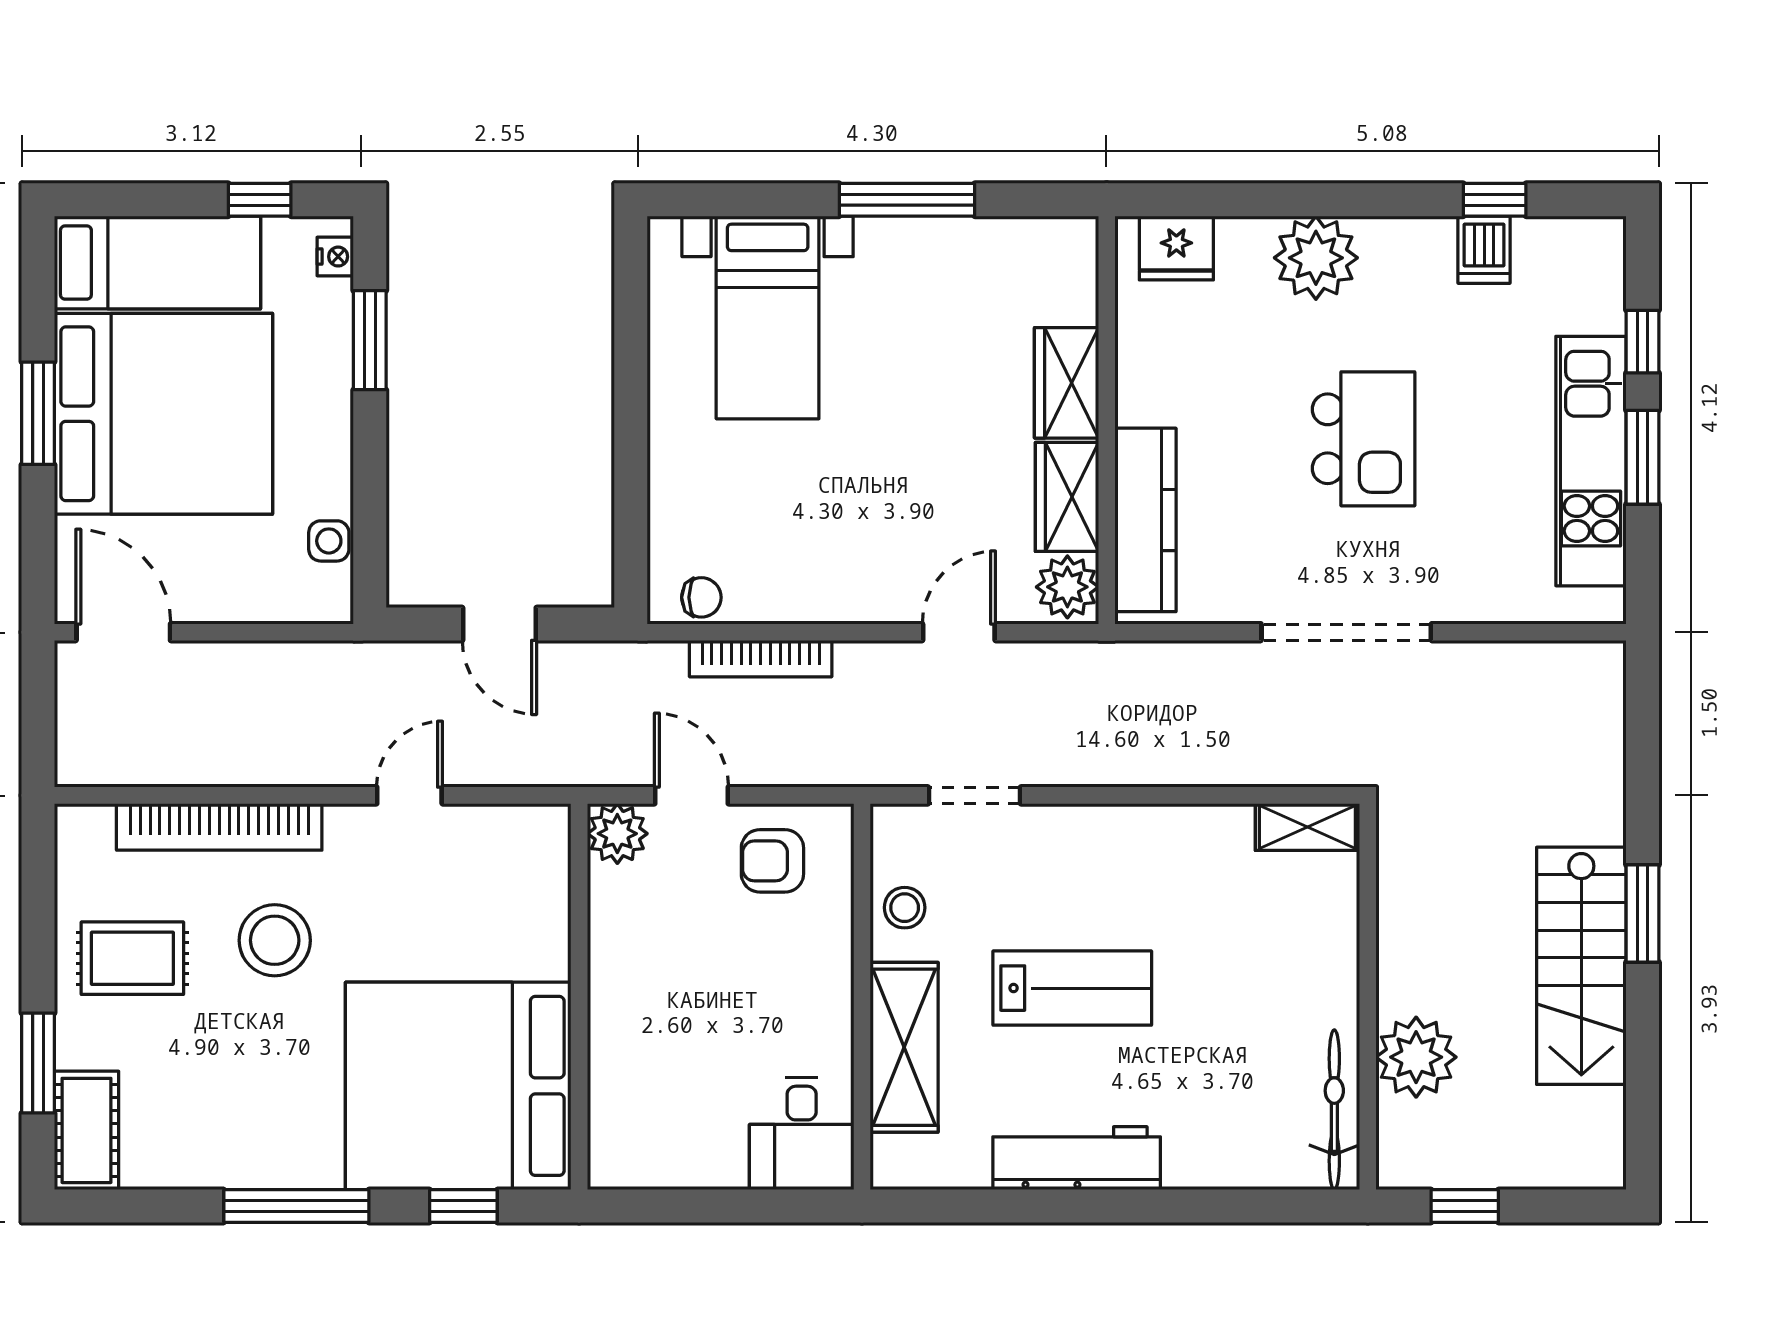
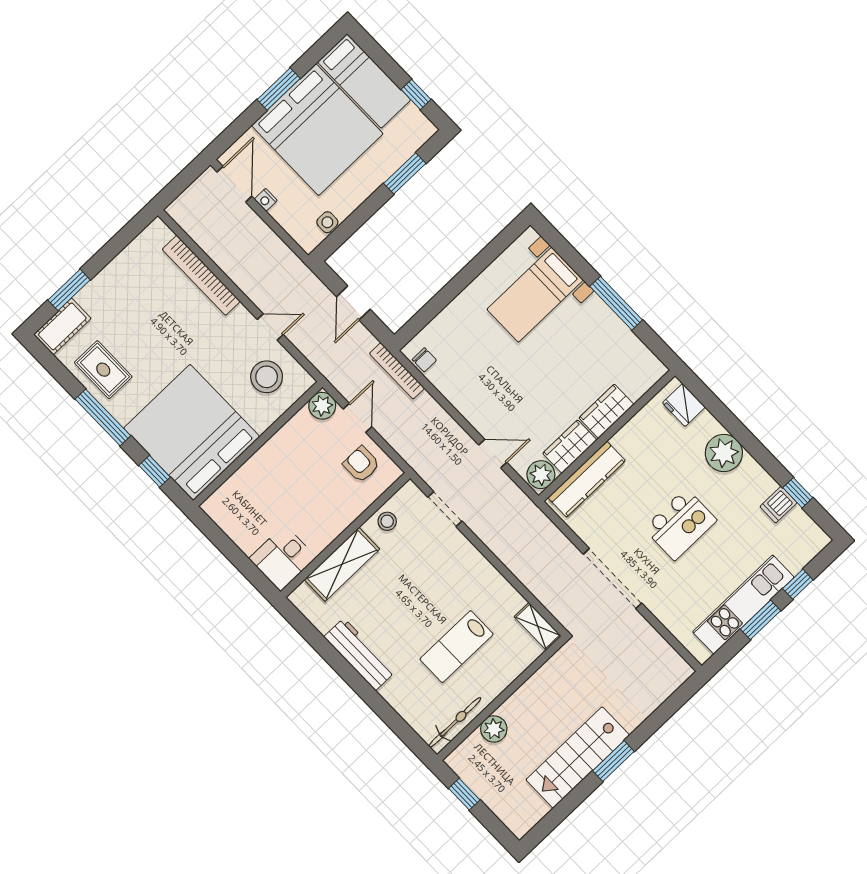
nightstand: (335, 257) -> (266, 200), moved, turned 90
bookcase: (761, 659) -> (397, 371), moved
stool: (275, 940) -> (267, 377), moved
rug: (132, 958) -> (103, 370), moved
lab bench: (1072, 988) -> (457, 647), moved, turned 90
plant: (1416, 1057) -> (494, 729), width x0.73, depth x0.73

